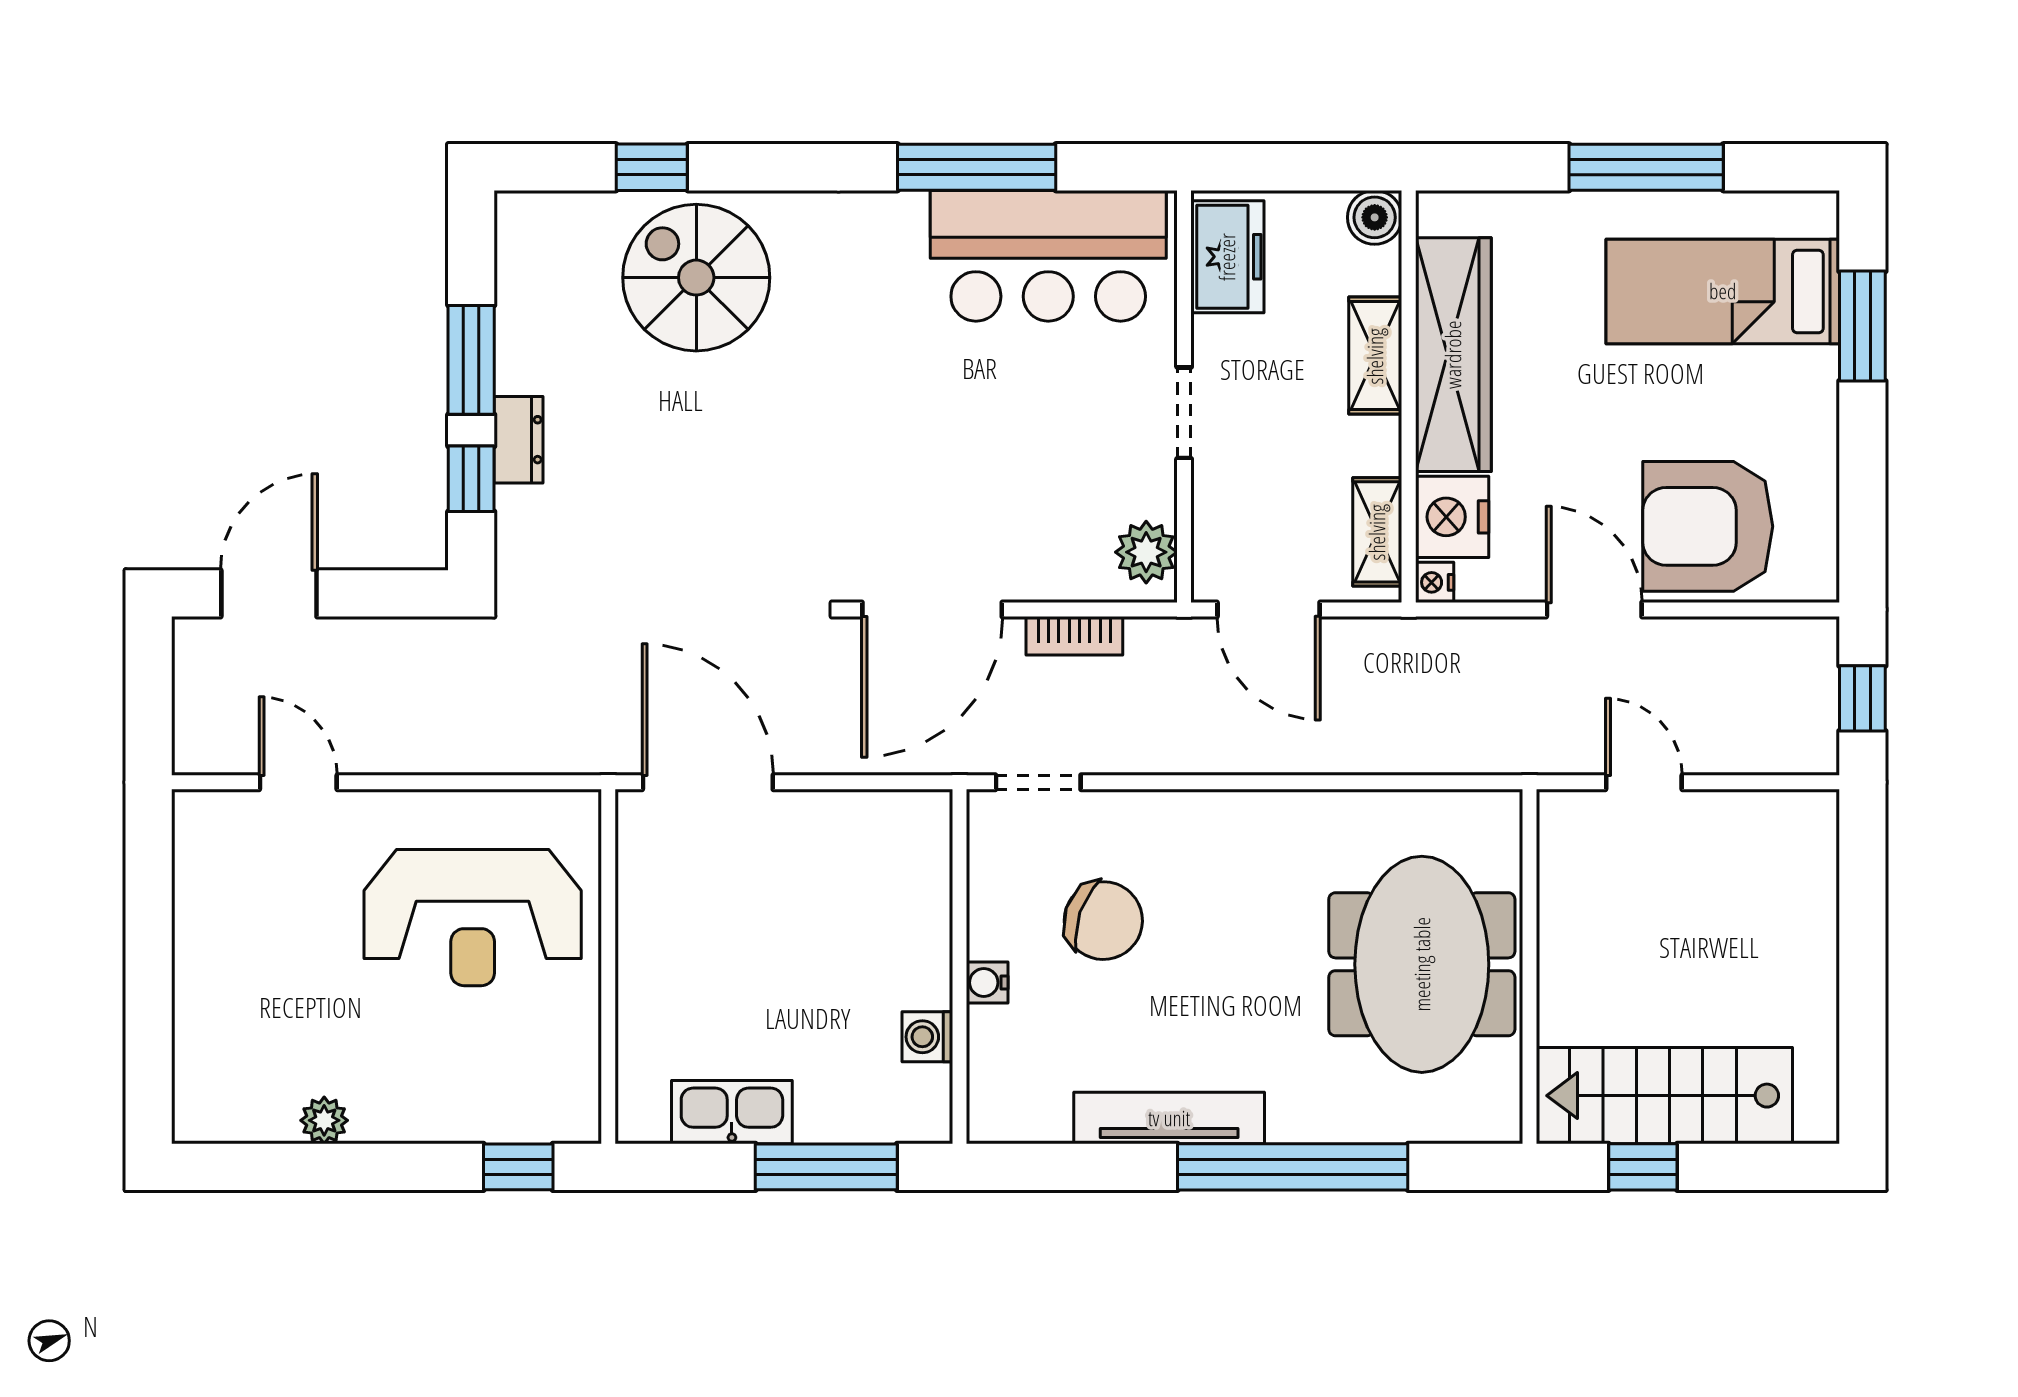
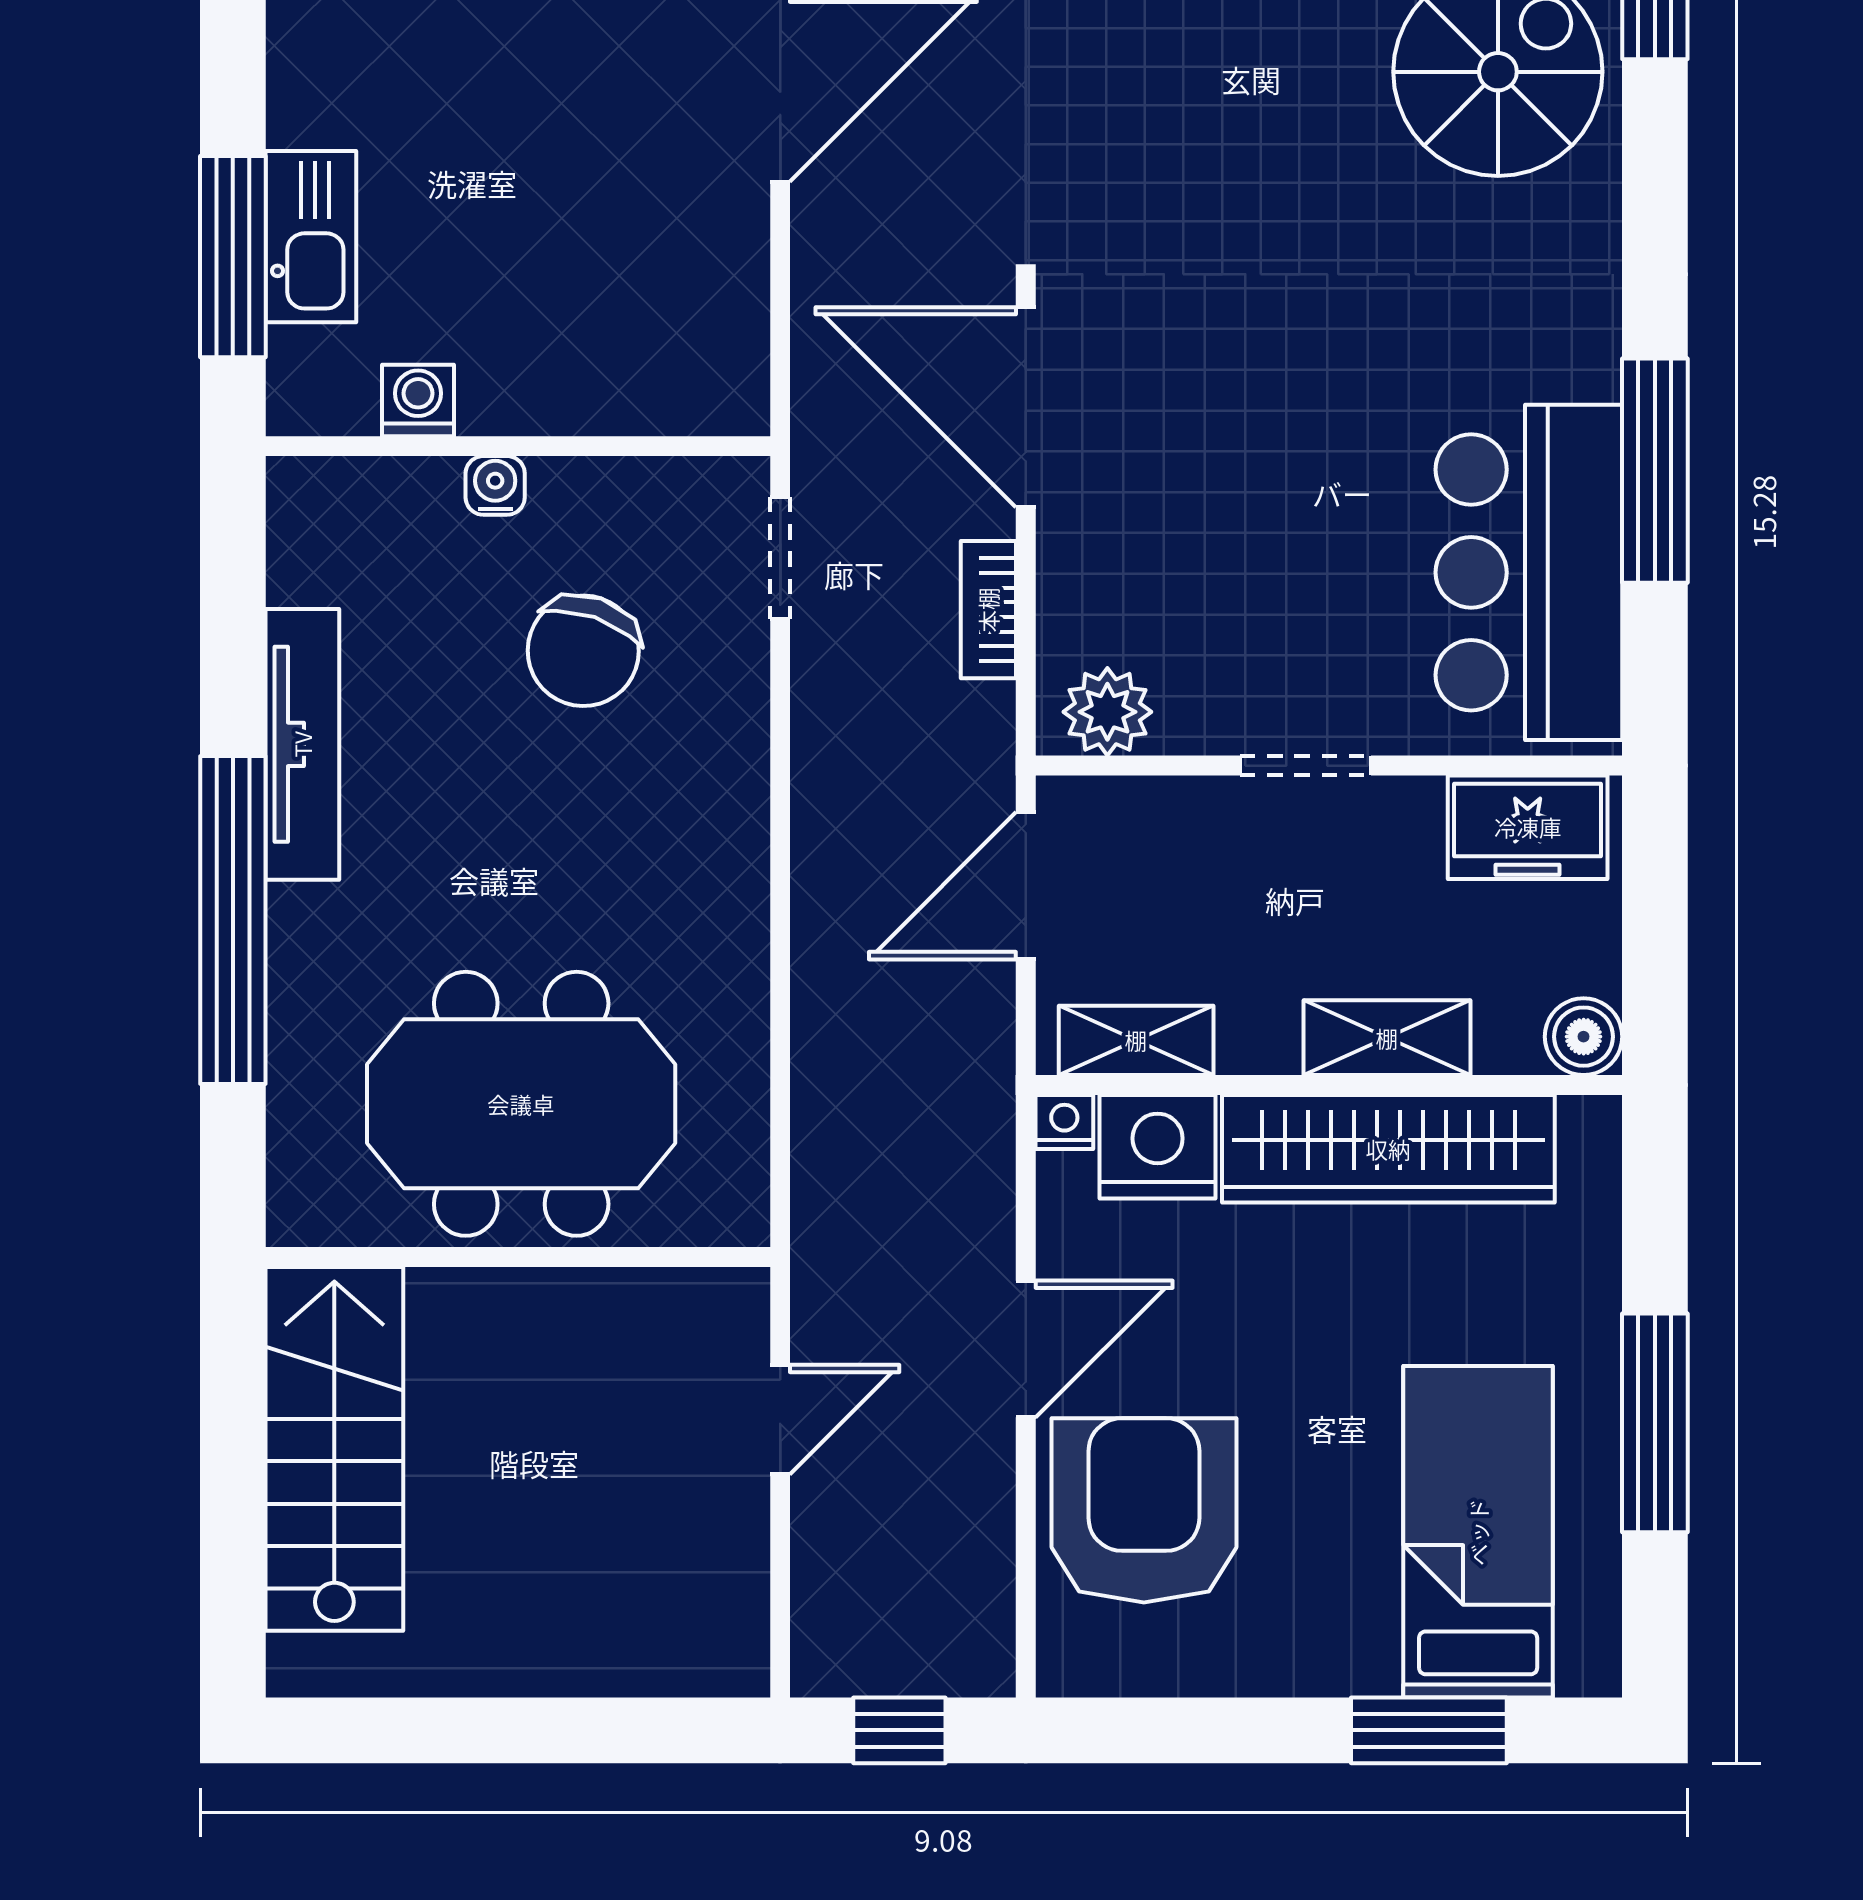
kitchen sink: (732, 1112) -> (311, 237), moved
window: (1643, 1167) -> (233, 1418), removed

